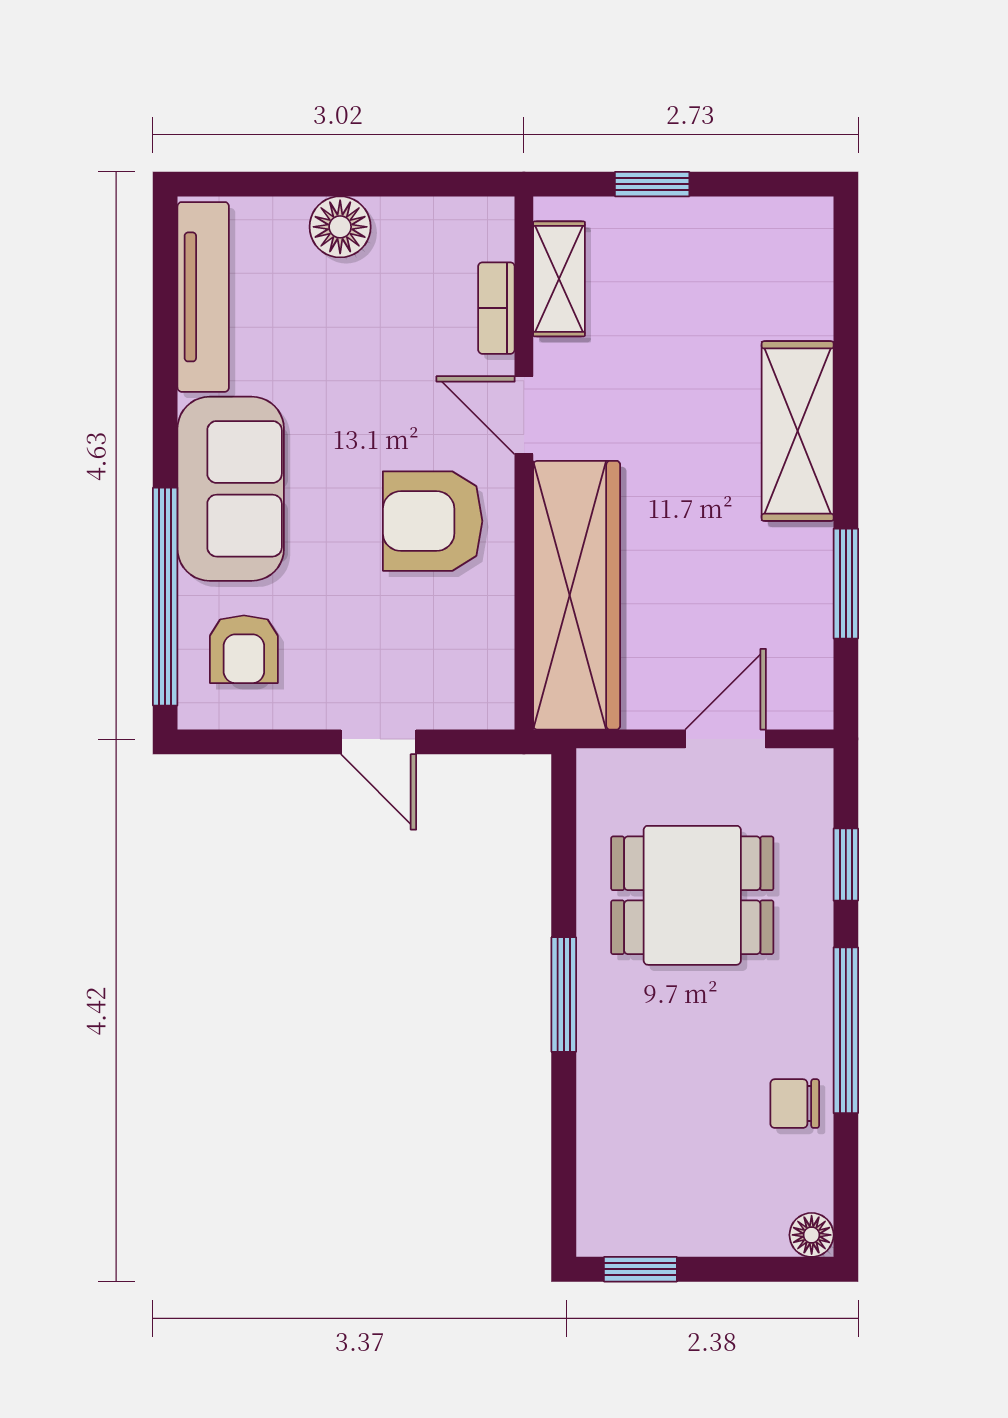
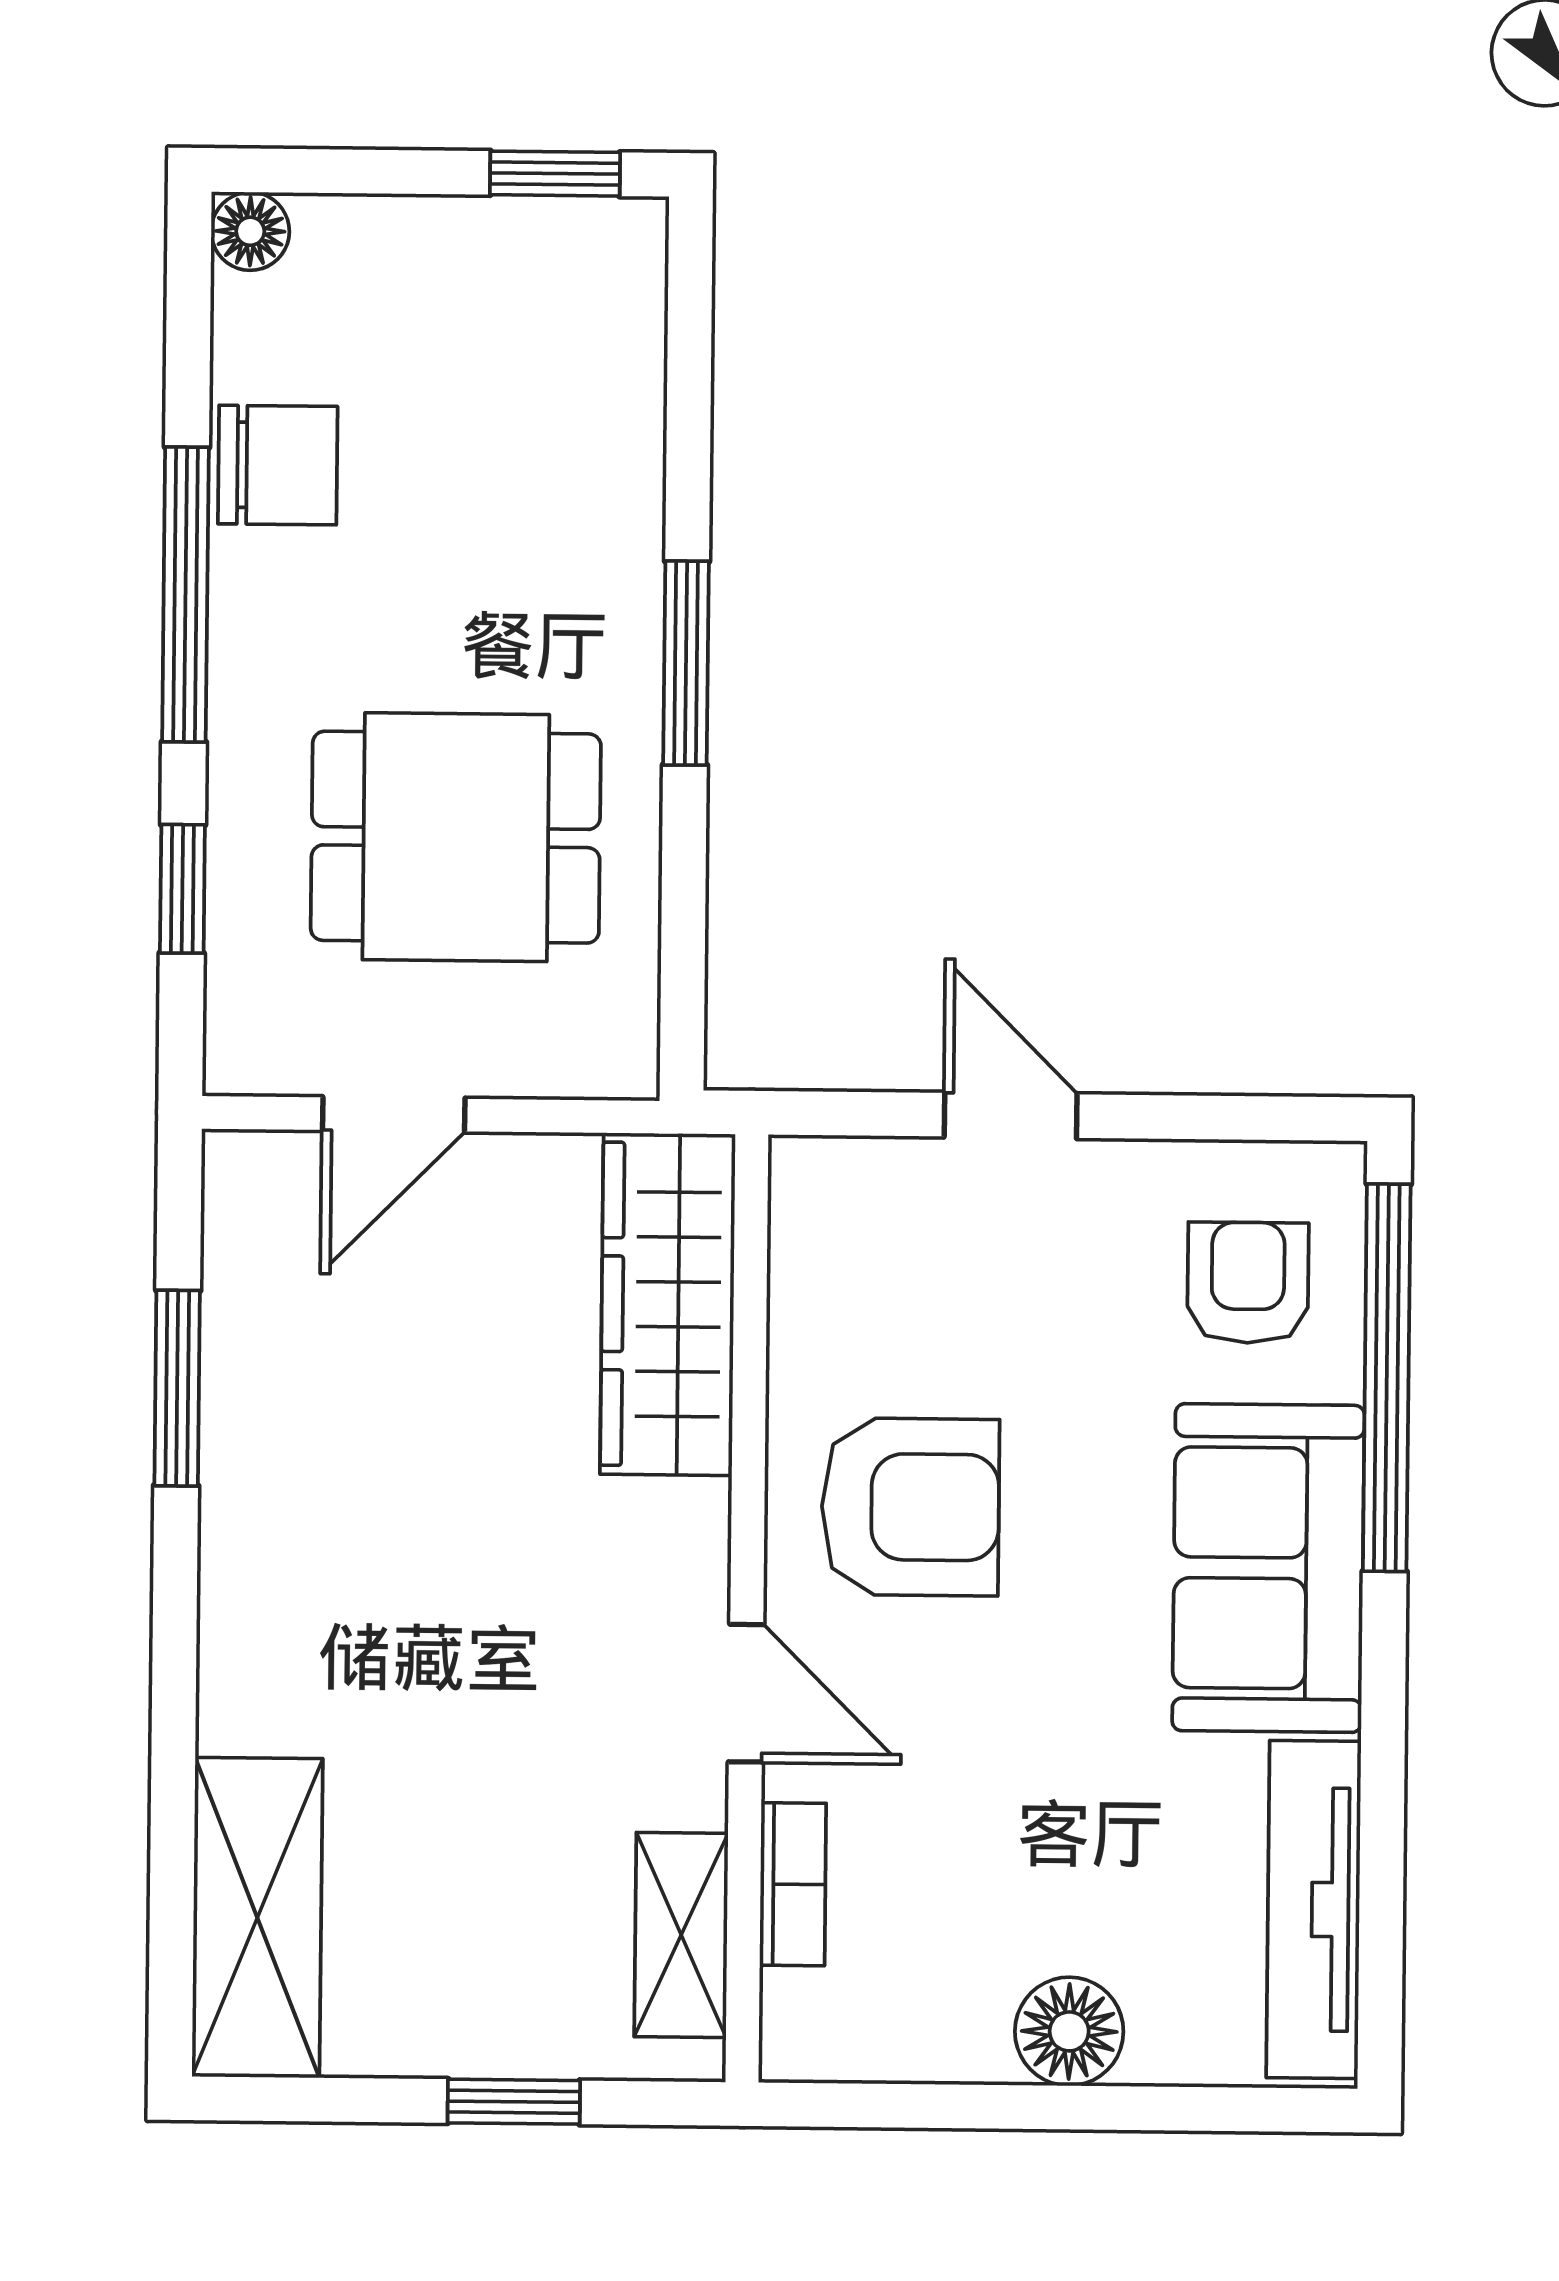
shelving: (798, 431) -> (257, 1918), moved
wardrobe: (577, 595) -> (668, 1304), width x0.71, depth x0.85
chair: (795, 1104) -> (278, 465), width x1.37, depth x1.37

